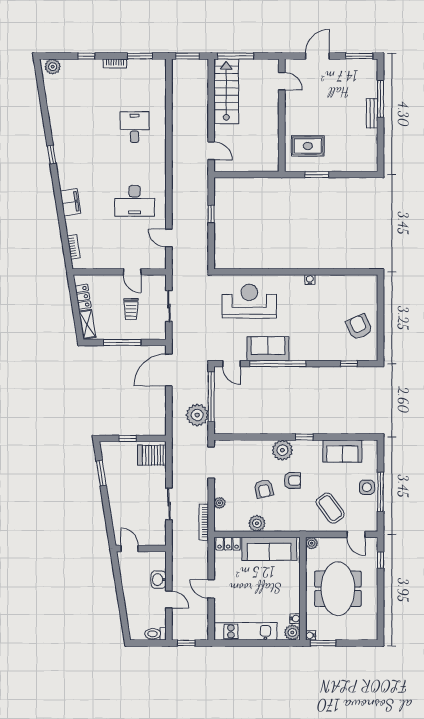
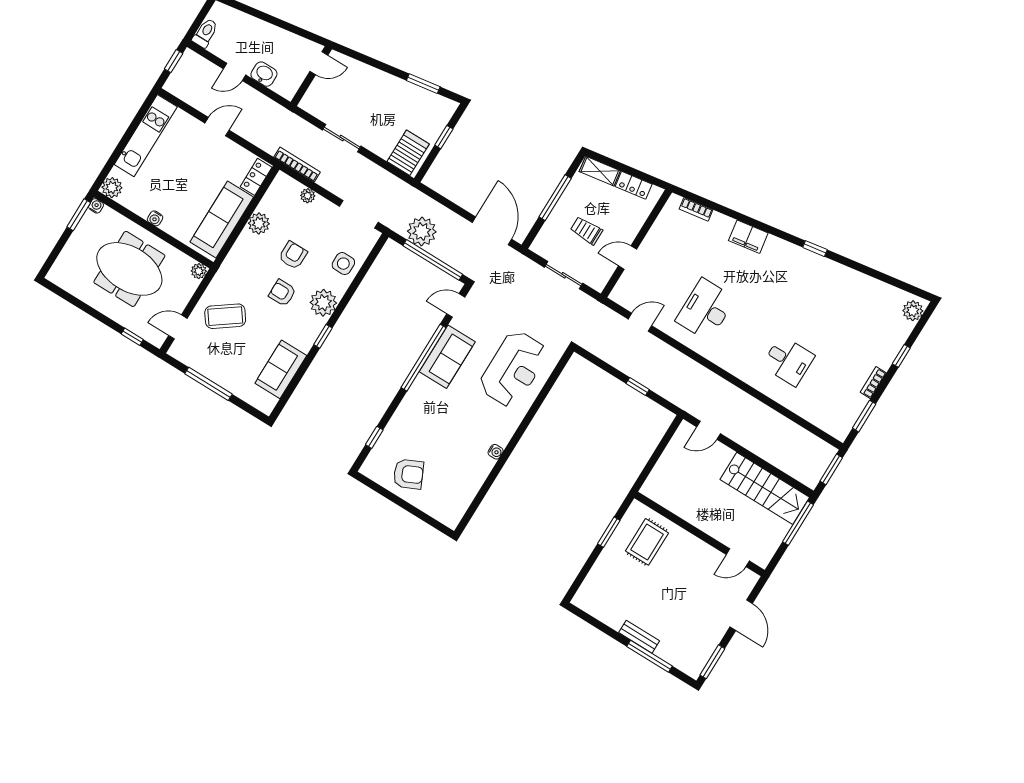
armchair: (292, 481) -> (282, 293), turned 90
side table: (367, 487) -> (343, 264), moved
armchair: (264, 489) -> (293, 255), turned 102
water cooler: (295, 619) -> (155, 218), moved

